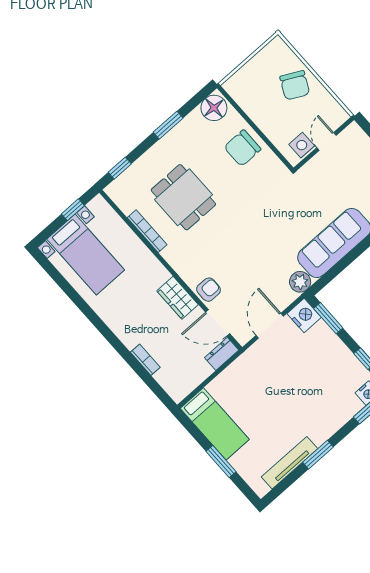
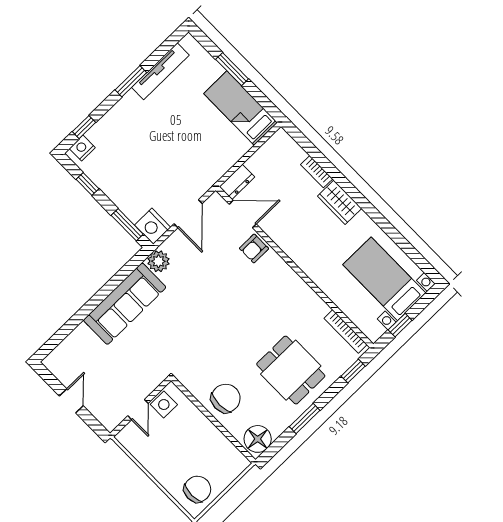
chair: (295, 85) -> (197, 489), moved, turned 63
dining table: (183, 197) -> (291, 370), moved
bookcase: (147, 231) -> (346, 331), moved
wardrobe: (178, 298) -> (340, 202), moved, turned 180

